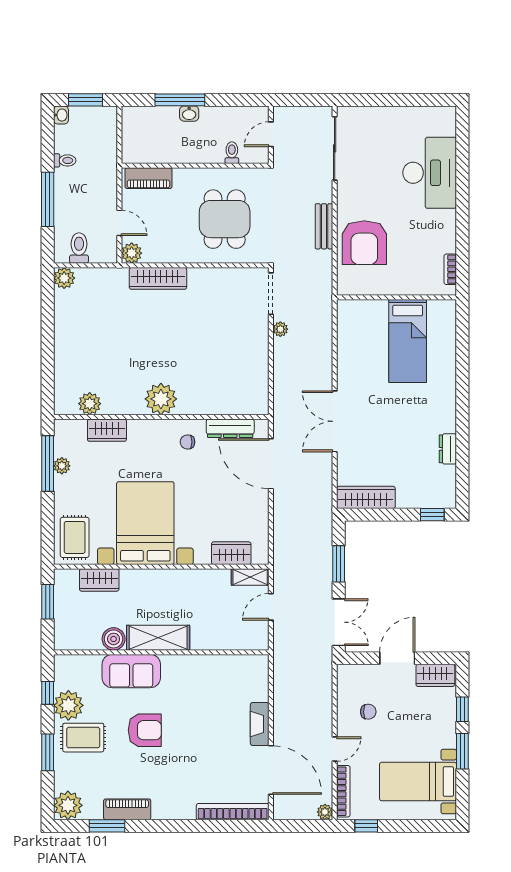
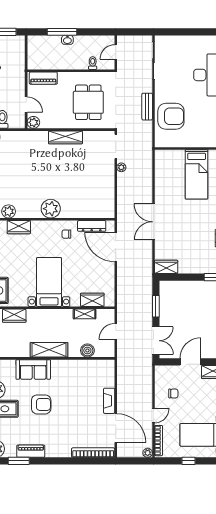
armchair: (364, 243) -> (171, 116), turned -90
wardrobe: (158, 278) -> (65, 137), moved
wardrobe: (366, 497) -> (166, 267), width x0.67
bed with nightstands: (145, 523) -> (49, 282), width x0.73
shelving: (250, 577) -> (85, 314), moved
boiler: (114, 639) -> (87, 351), moved
window: (366, 826) -> (189, 461), moved

